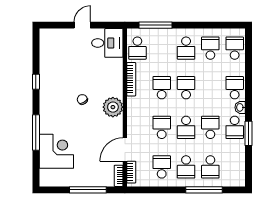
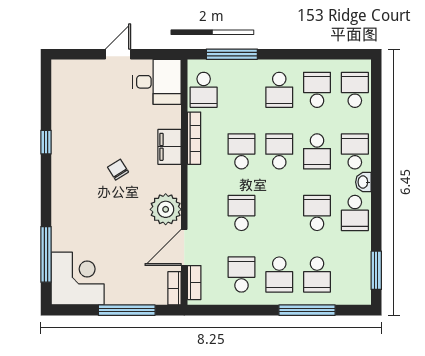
filing cabinet: (115, 85) -> (170, 147), added
plant: (113, 107) -> (166, 209), moved
school desk: (186, 127) -> (317, 151), moved
window: (36, 133) -> (46, 254), moved
window: (248, 133) -> (376, 270), moved
corner desk: (56, 151) -> (78, 279), moved

